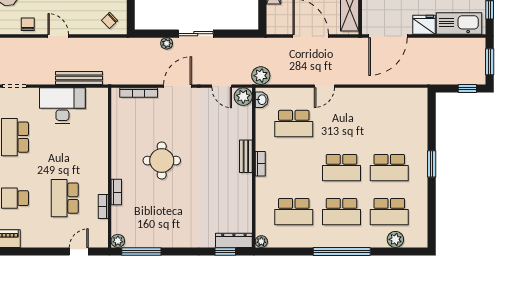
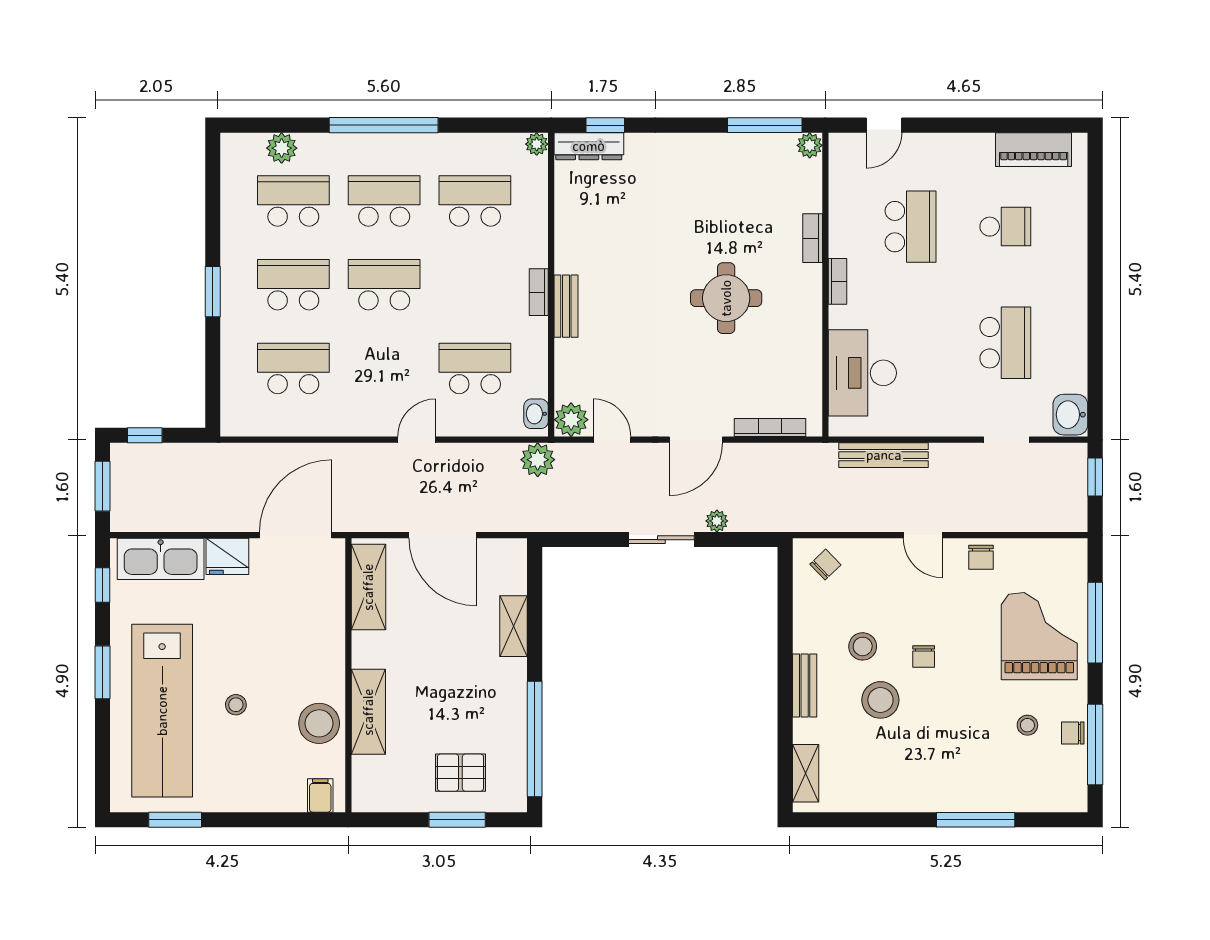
desk: (62, 106) -> (862, 373), moved, turned 90
school desk: (389, 124) -> (293, 368), added
bookcase: (103, 206) -> (837, 281), moved

